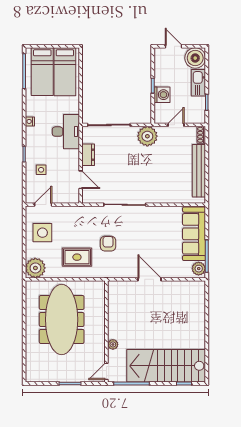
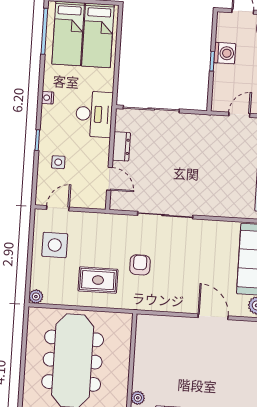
washing machine: (162, 95) -> (225, 53), moved
plant: (147, 136) -> (201, 127), removed
plant: (35, 268) -> (36, 297), width x0.53, depth x0.53
door: (149, 279) -> (213, 317), moved

